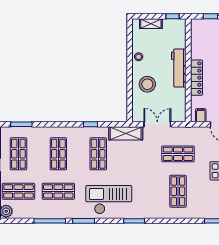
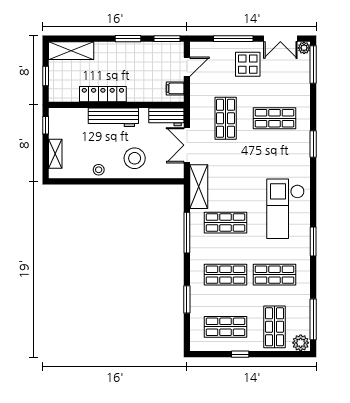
locker: (196, 78) -> (103, 94), moved
workbench: (179, 109) -> (166, 117), added
window: (21, 124) -> (187, 299), moved
window: (90, 124) -> (187, 233), width x2.17
shop shelf: (58, 191) -> (274, 275), turned 90
window: (50, 221) -> (313, 319), moved
window: (134, 221) -> (313, 144), moved

